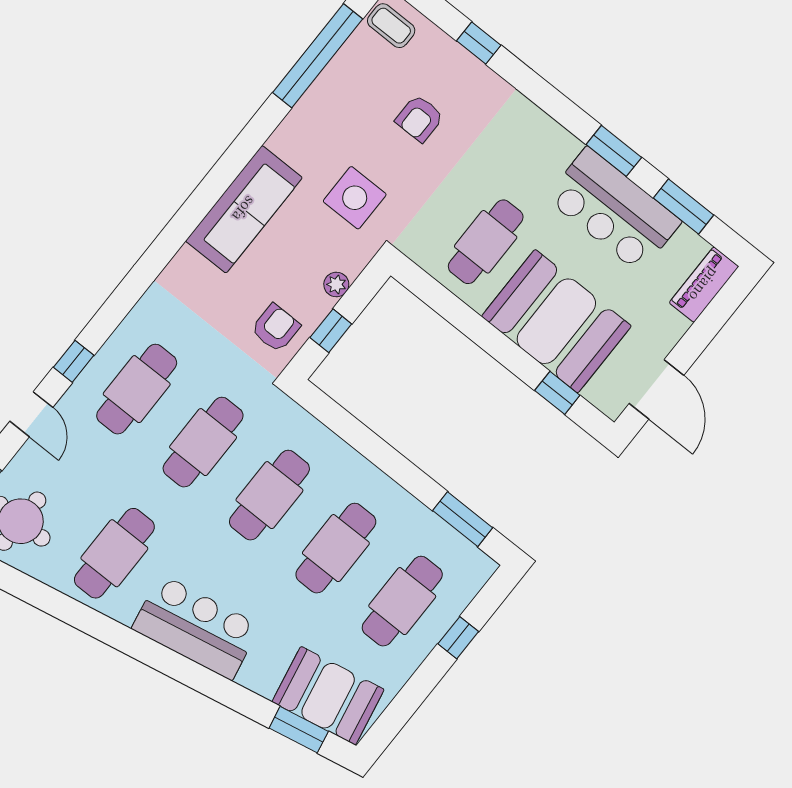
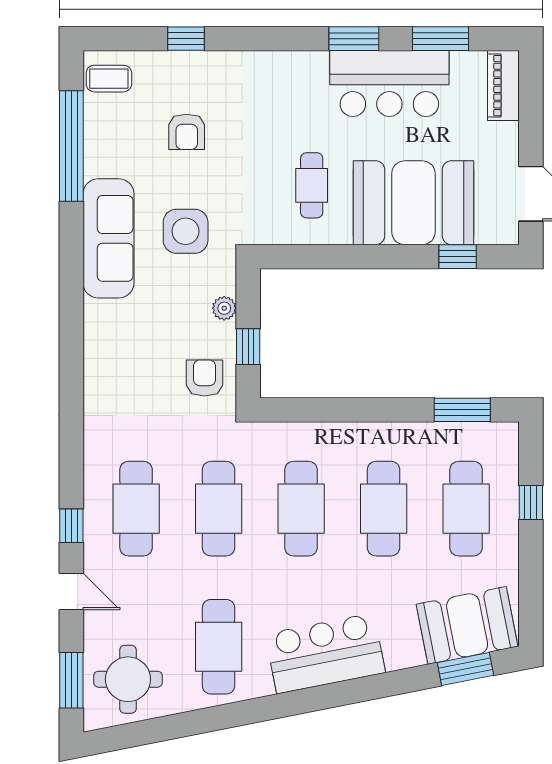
sofa: (244, 209) -> (108, 238), moved
cafe table: (486, 242) -> (312, 185), width x0.73, depth x0.74

